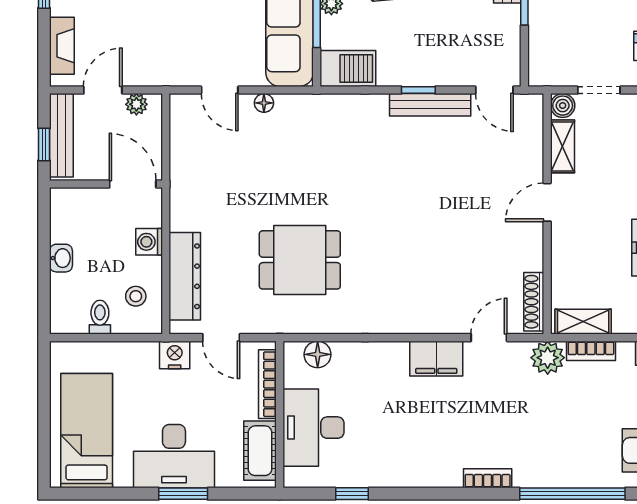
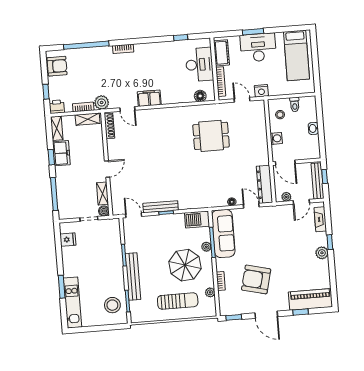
dresser: (185, 276) -> (264, 184), moved
door: (489, 338) -> (127, 109), hinge flipped

